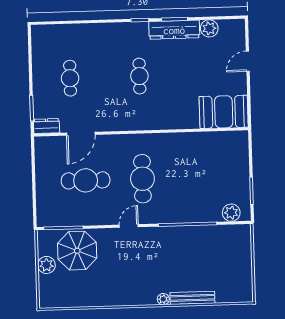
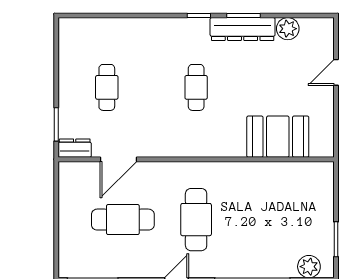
booth: (224, 112) -> (278, 137), moved

